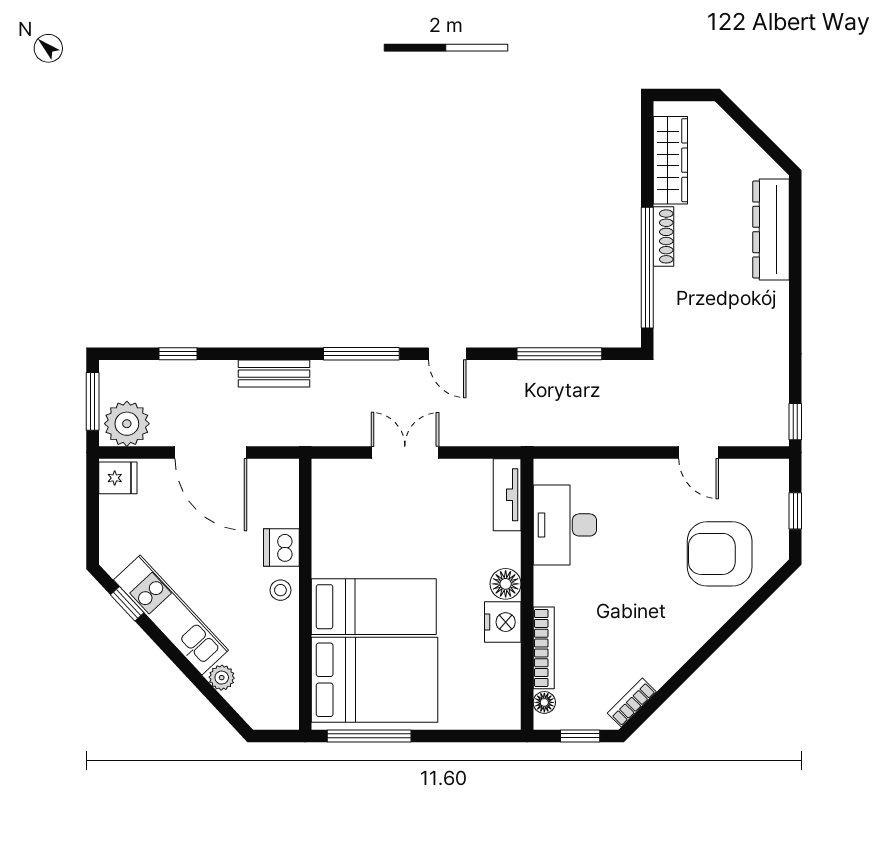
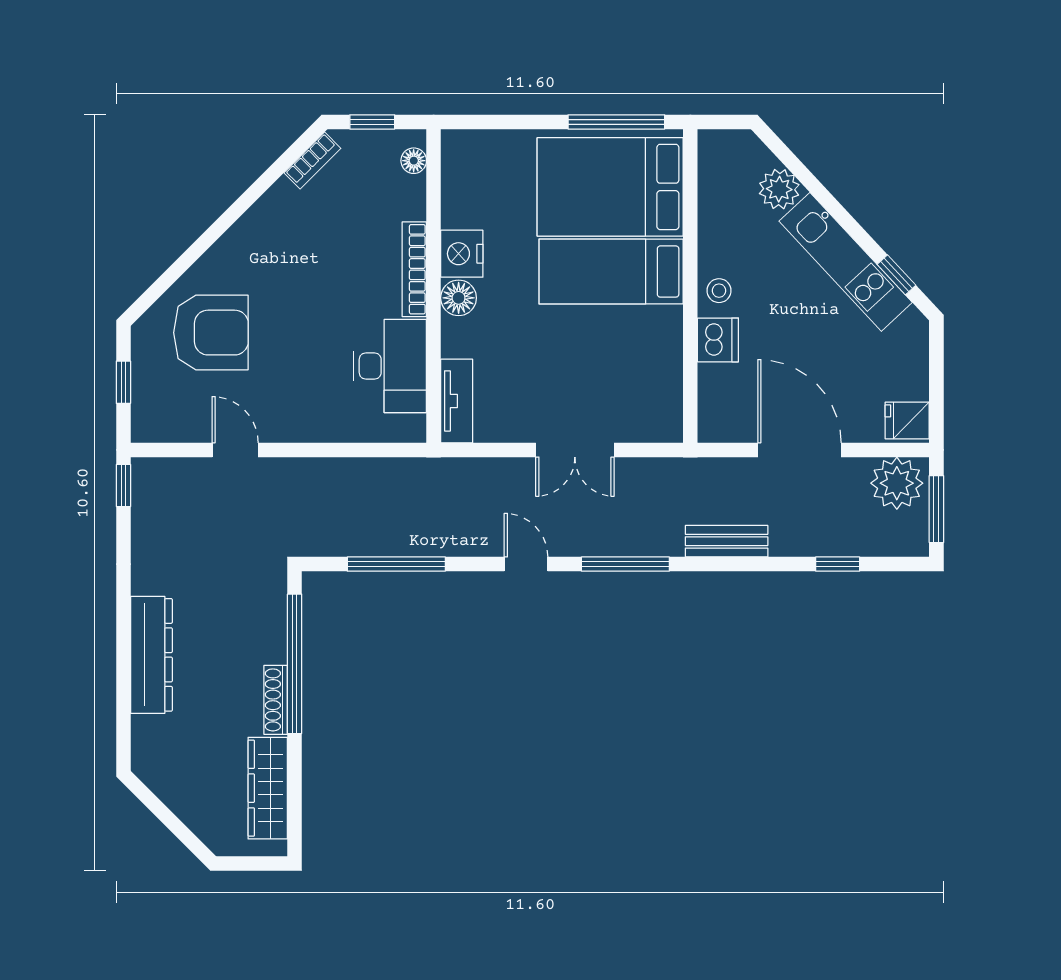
dresser: (771, 230) -> (151, 655), moved
bookcase: (544, 648) -> (414, 269), moved
plant: (222, 678) -> (779, 189), width x1.38, depth x1.38

